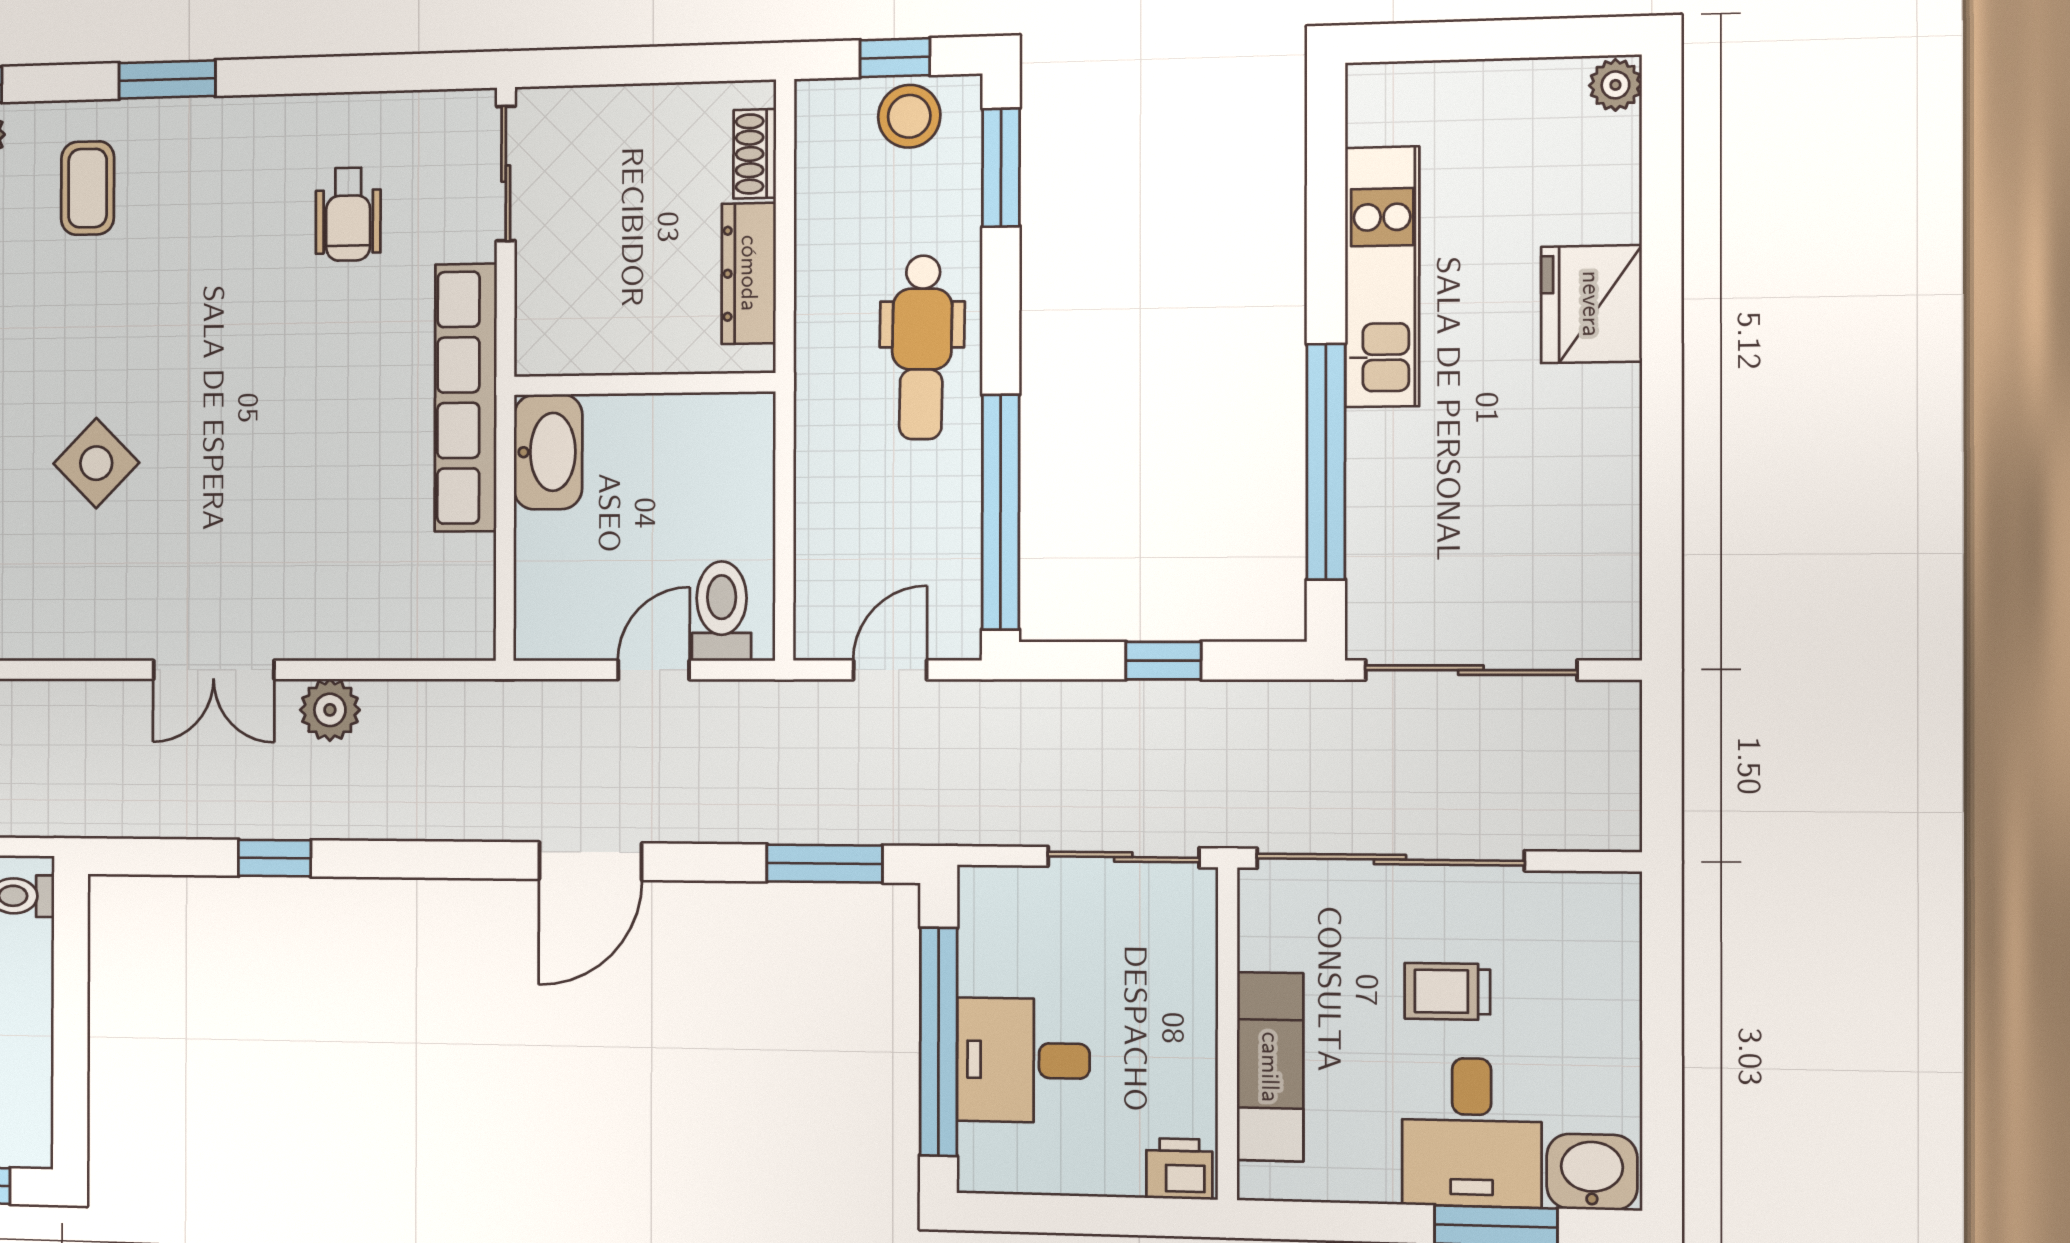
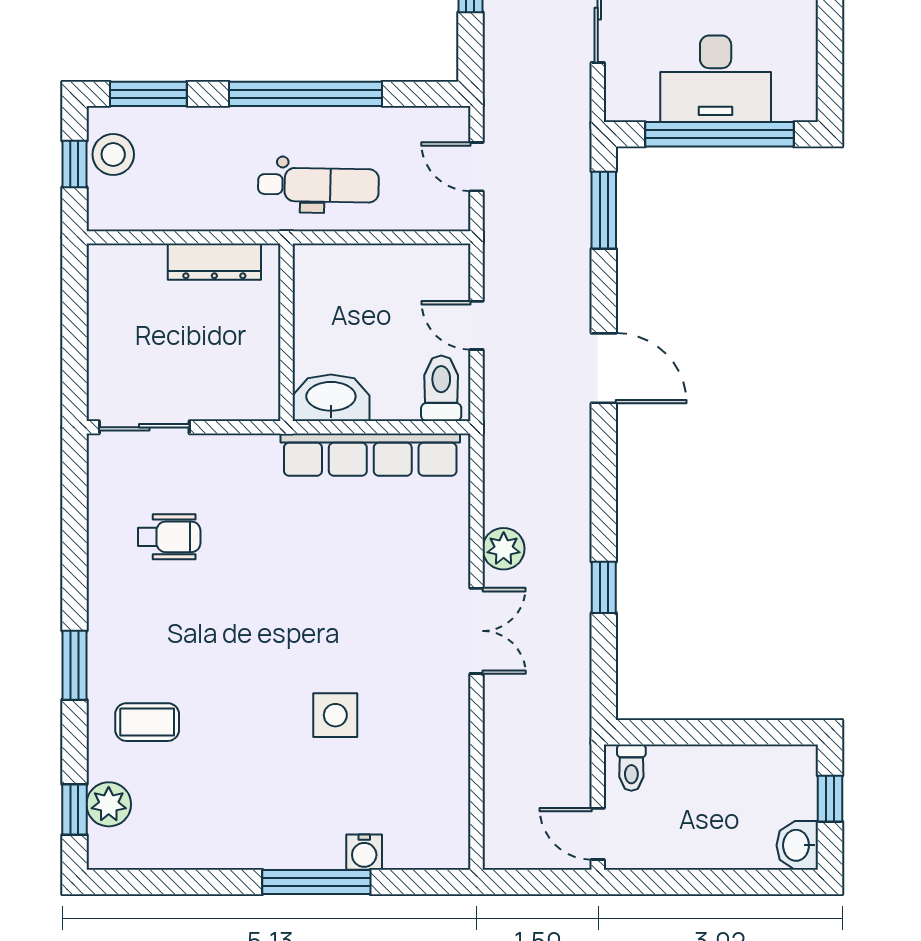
shoe rack: (755, 154) -> (135, 258), removed
dental chair: (922, 347) -> (318, 185), moved
row of seats: (466, 398) -> (370, 455), moved
side table: (96, 463) -> (335, 715), turned 45
window: (1001, 512) -> (306, 94), moved
toilet: (722, 611) -> (441, 388), moved, turned 90
desk: (1023, 1060) -> (716, 79), width x1.37

